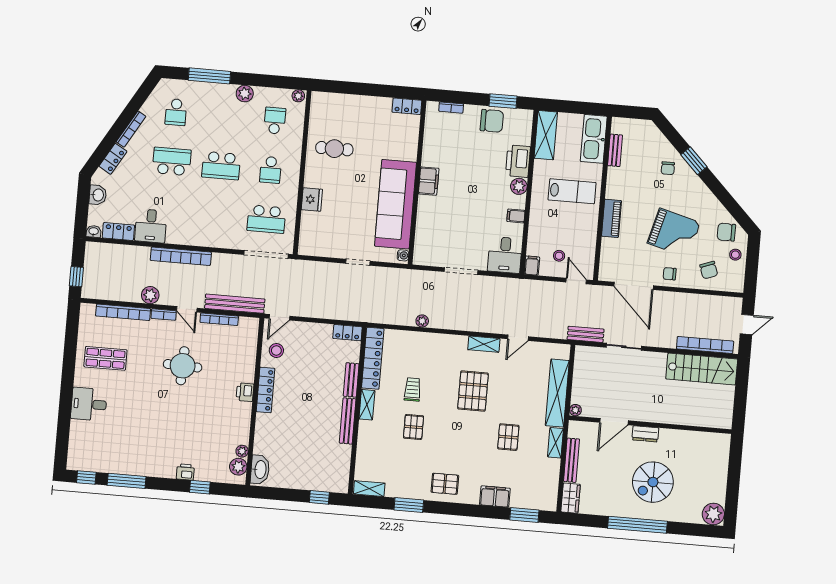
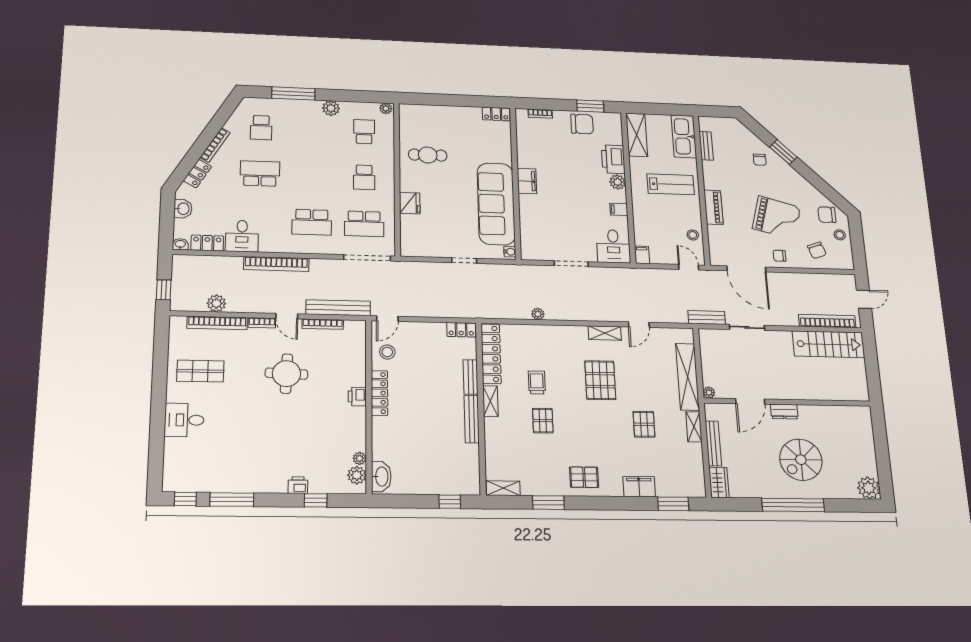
school desk: (221, 166) -> (312, 222), moved
stool: (559, 256) -> (693, 235), moved
plant: (150, 295) -> (216, 303), moved

